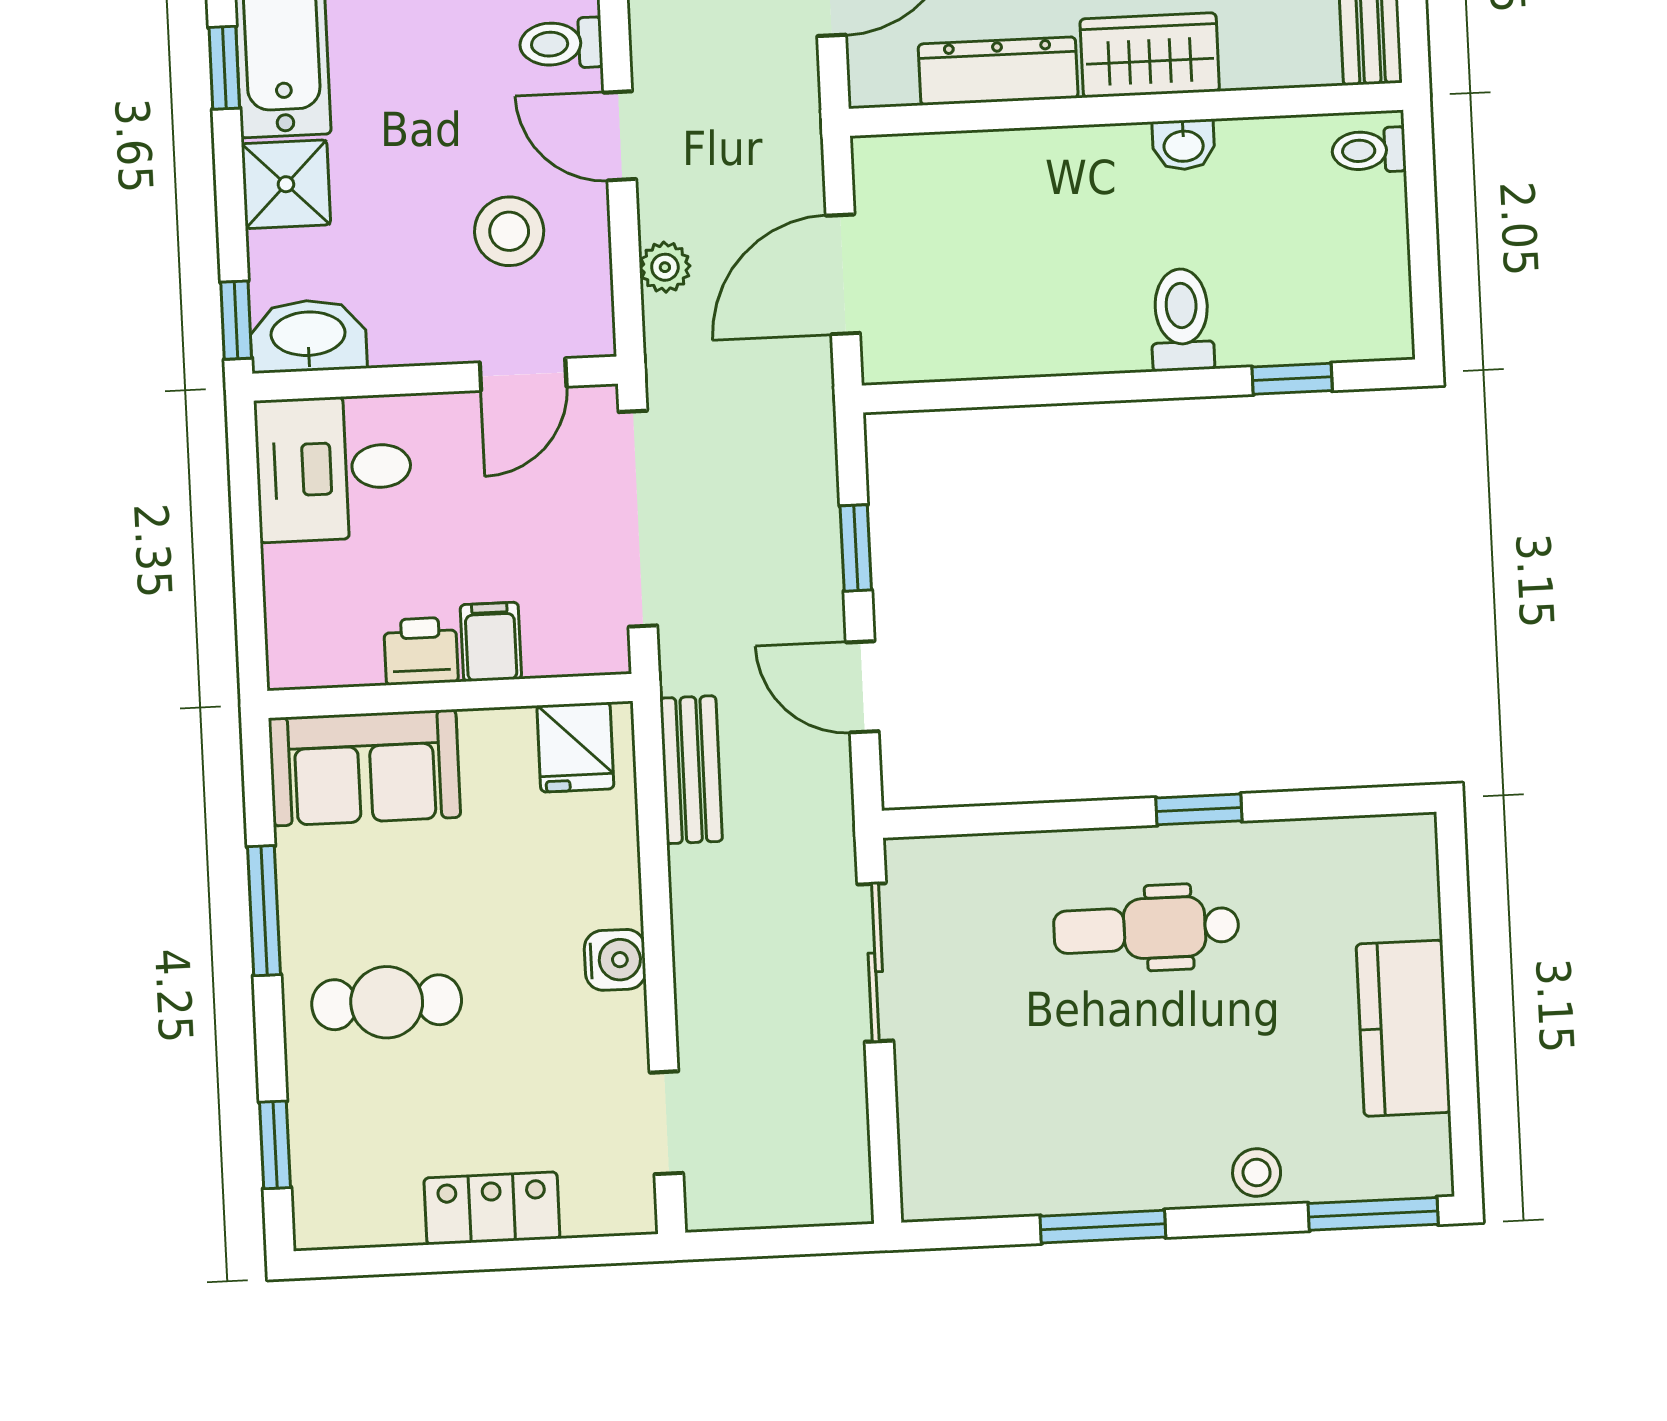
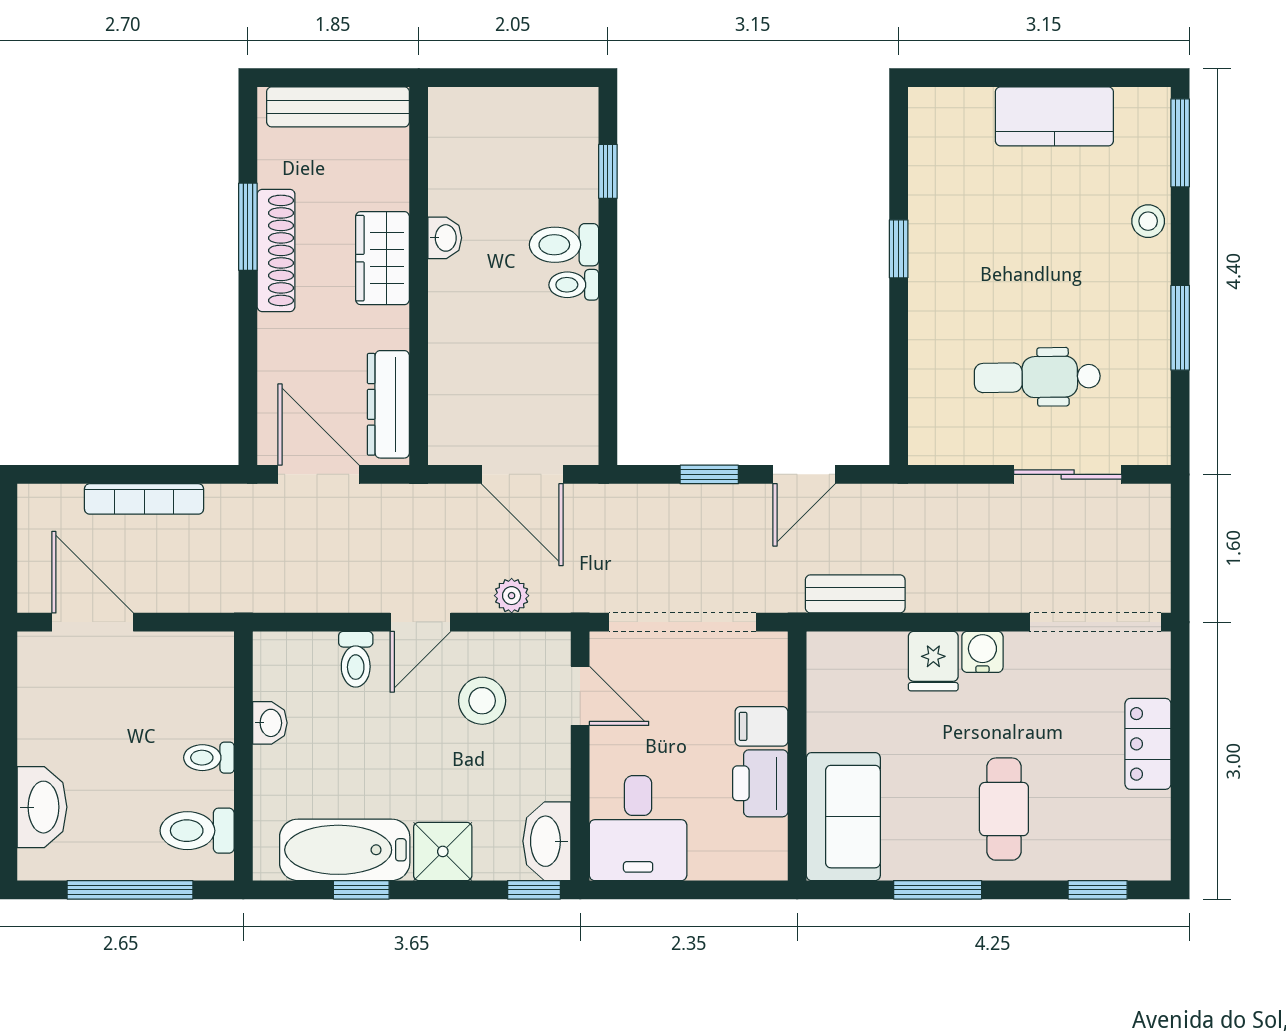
dresser: (998, 71) -> (388, 404), moved
toilet: (1369, 150) -> (574, 285), moved, turned 90
printer: (421, 651) -> (760, 783), width x1.36, depth x1.24
fridge: (575, 747) -> (933, 661), moved, turned 90
dental chair: (1146, 928) -> (1037, 377), moved, turned 89
sliding door: (875, 962) -> (1068, 474), moved
doorway: (666, 1123) -> (1095, 622), width x1.88

